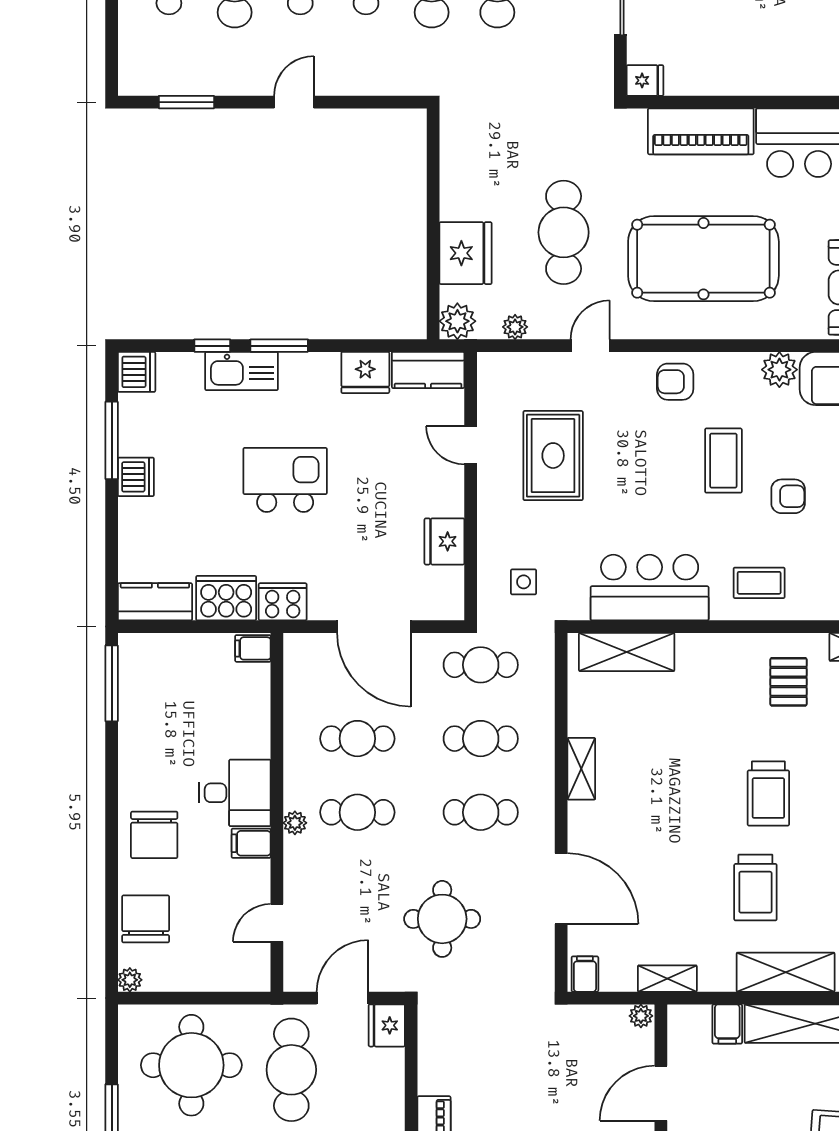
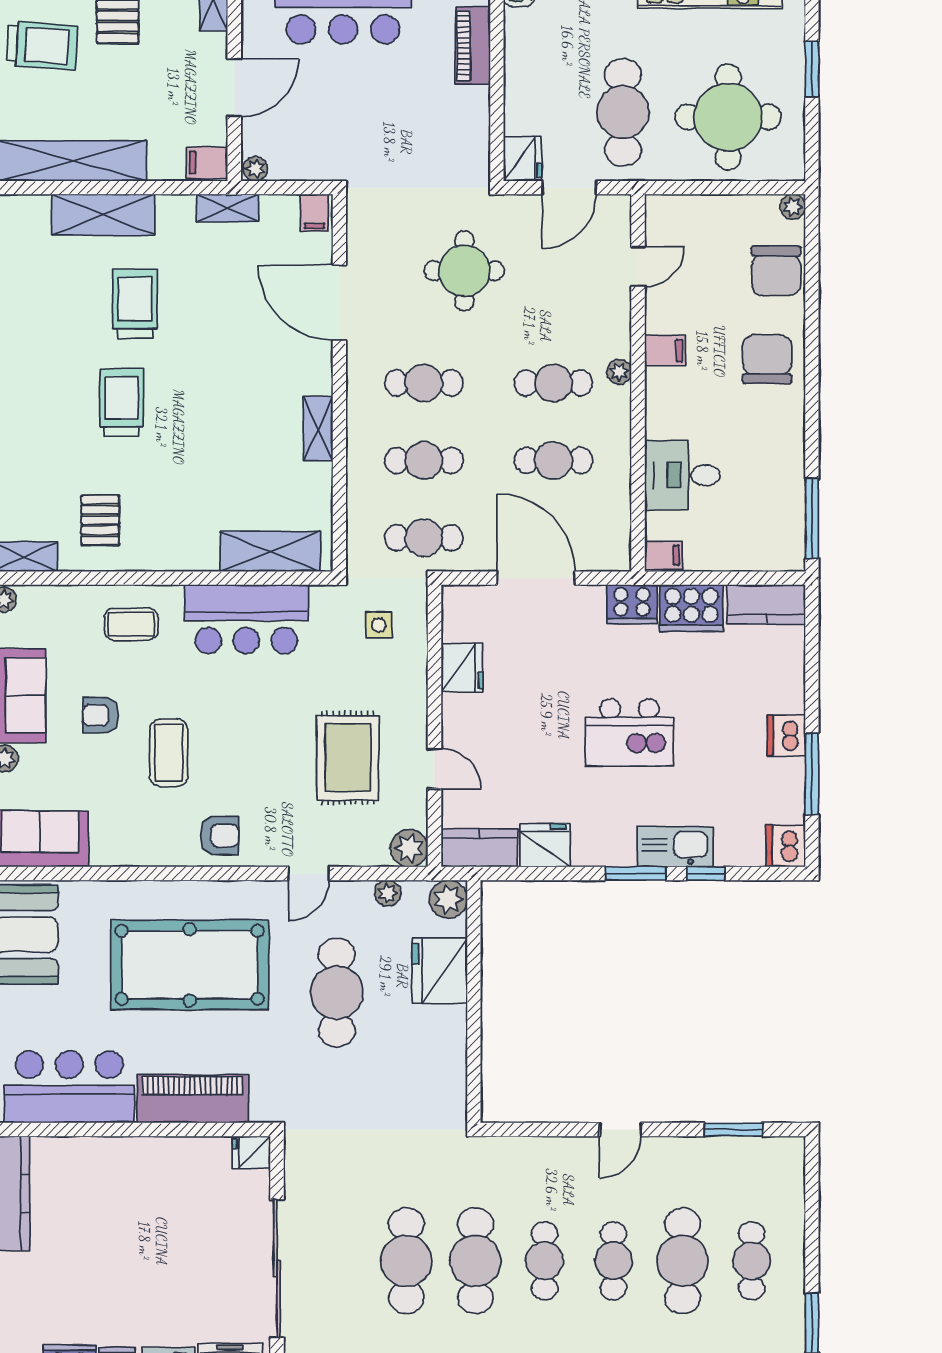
plant: (779, 370) -> (409, 848), moved
desk: (235, 793) -> (682, 475), moved
filing cabinet: (727, 1024) -> (207, 163), moved, turned -90

